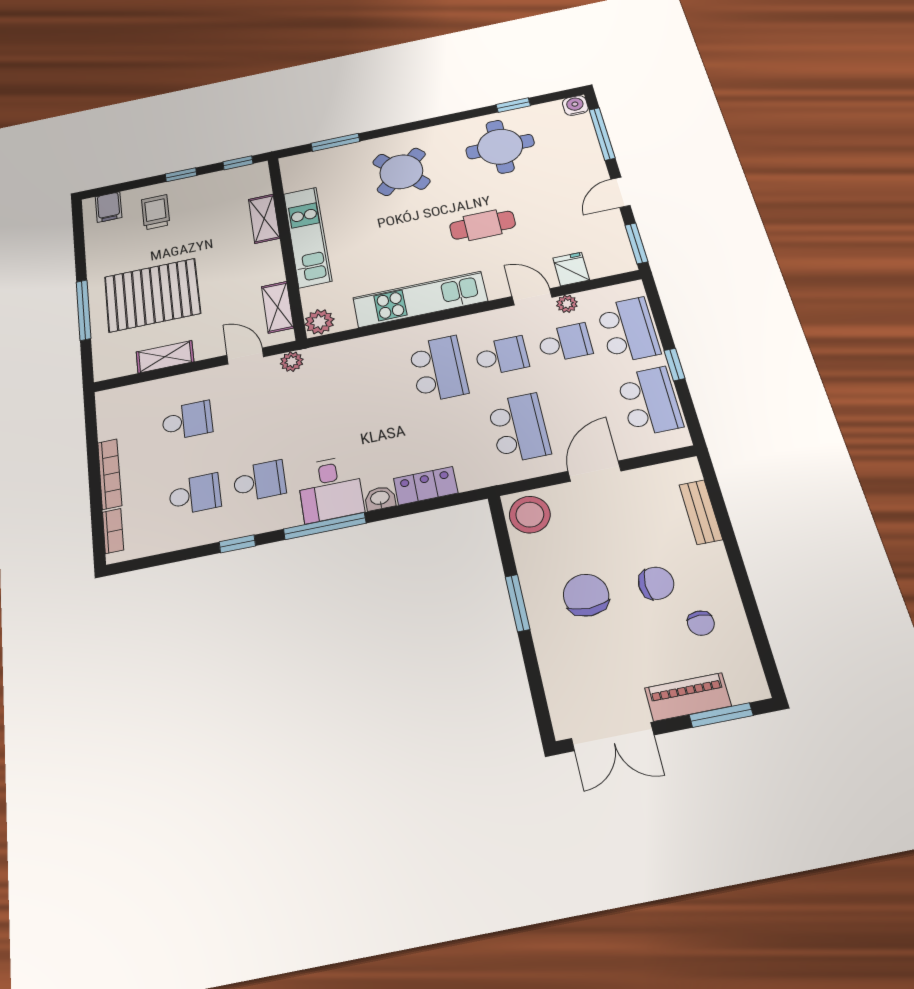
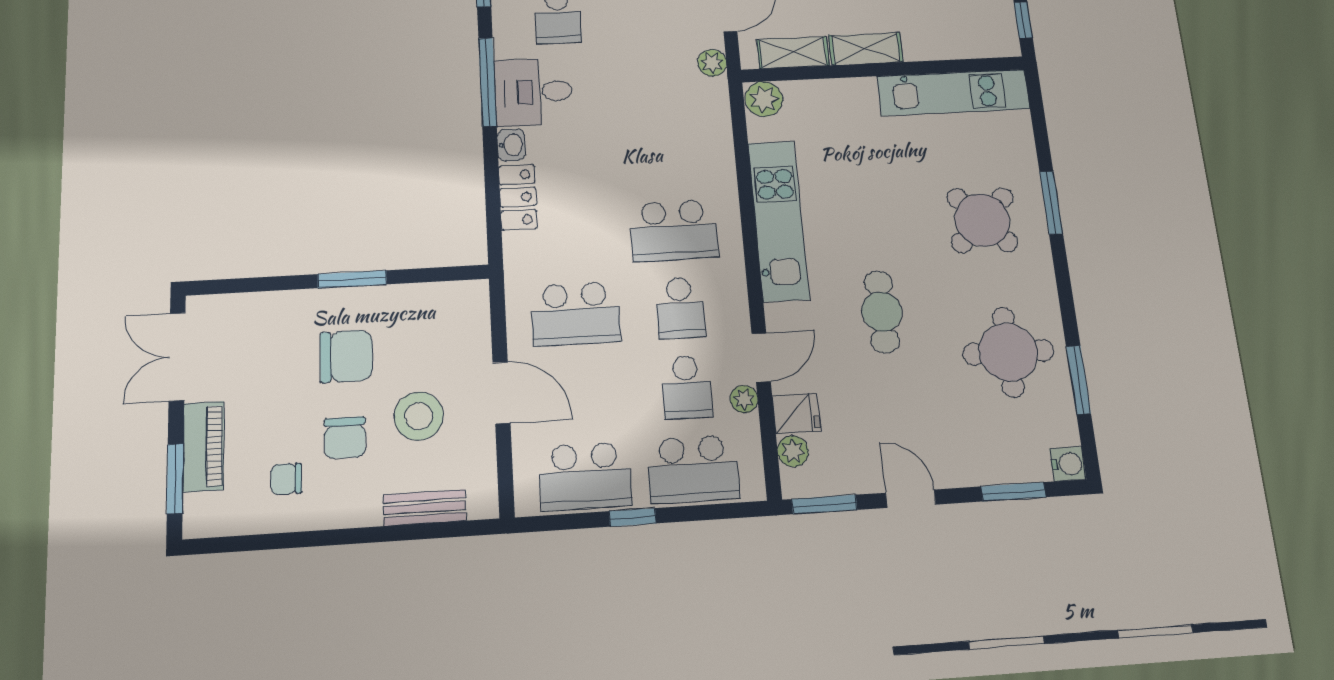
window: (513, 105) -> (1078, 380), width x1.50
window: (602, 134) -> (1013, 492), width x0.69
window: (335, 142) -> (1051, 203), moved
shelving: (264, 219) -> (866, 49), moved
kitchen unit: (307, 237) -> (953, 92), moved
plant: (601, 268) -> (793, 451), added
stool: (530, 515) -> (419, 416), moved

